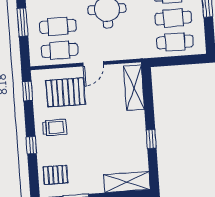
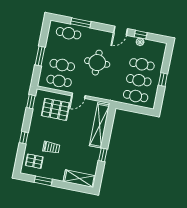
shelving: (134, 88) -> (99, 125), width x1.47
trolley: (55, 128) -> (51, 147), moved

